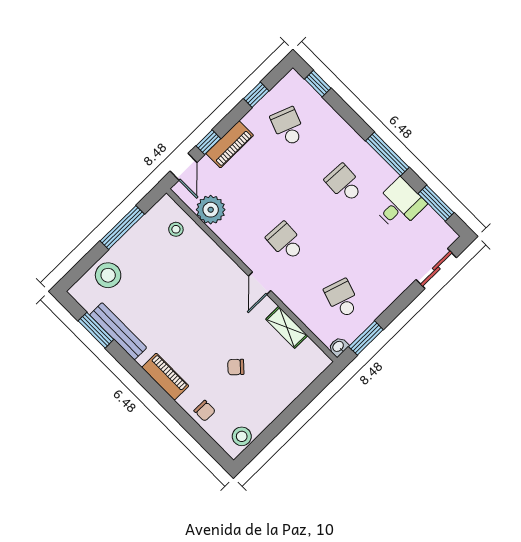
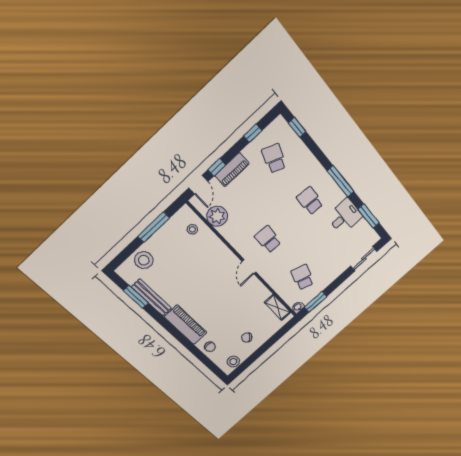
shelving: (287, 327) -> (277, 307), moved
chair: (236, 367) -> (247, 337), moved
piano: (165, 377) -> (186, 325), width x1.37, depth x1.33

